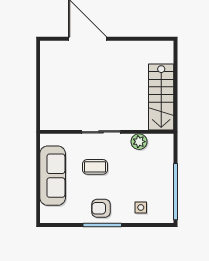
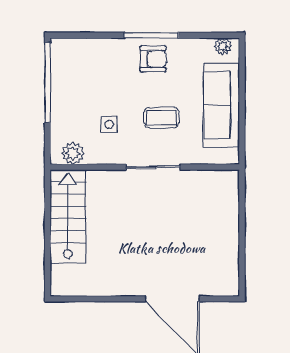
plant: (139, 142) -> (73, 153), moved
side table: (141, 207) -> (109, 125), moved
plant: (52, 217) -> (223, 46), added

